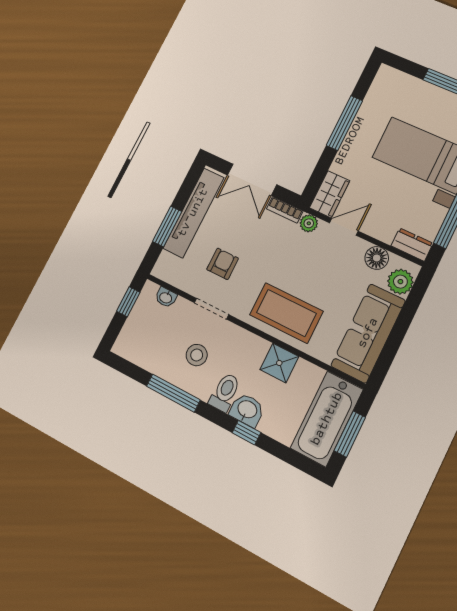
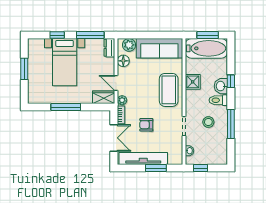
armchair: (223, 264) -> (146, 125), moved

